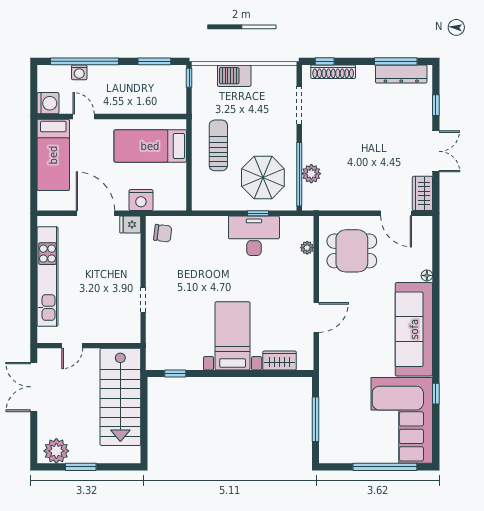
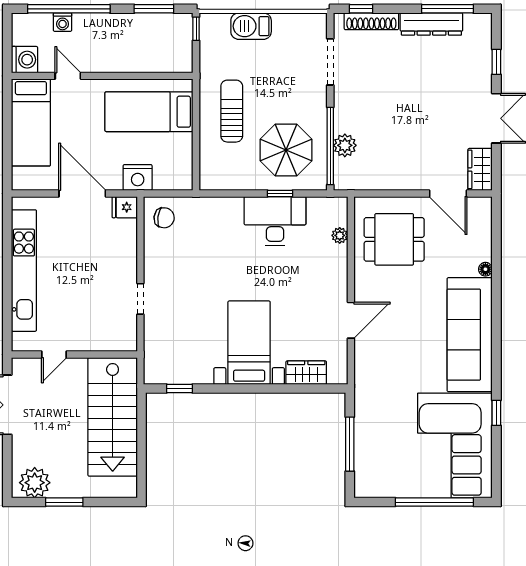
dresser: (401, 74) -> (431, 24), moved

